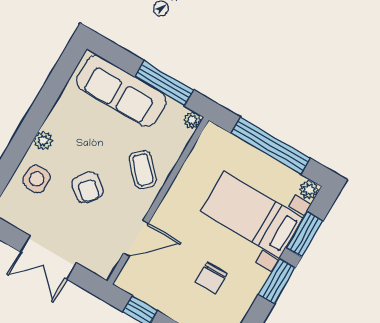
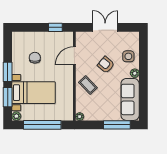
window: (164, 83) -> (117, 125), moved
sofa: (121, 91) -> (130, 99), moved, turned -90

